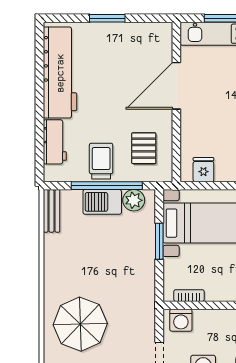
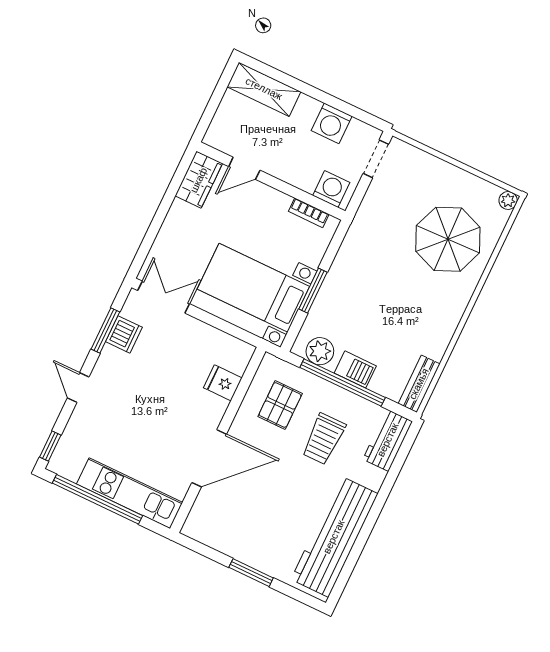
workbench: (55, 142) -> (388, 440), moved
trolley: (101, 161) -> (324, 439), moved
fridge: (203, 170) -> (223, 383), moved, turned 90
barbecue: (102, 202) -> (355, 369), width x0.73, depth x0.79

